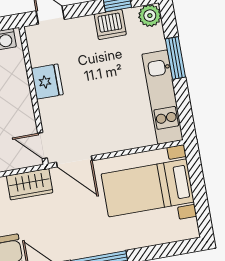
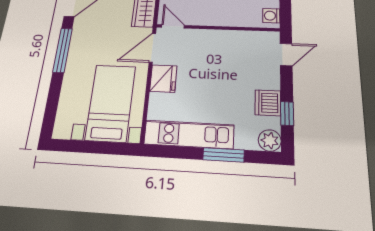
fridge: (47, 82) -> (163, 79), moved, turned -90
door: (42, 146) -> (173, 26), hinge flipped

